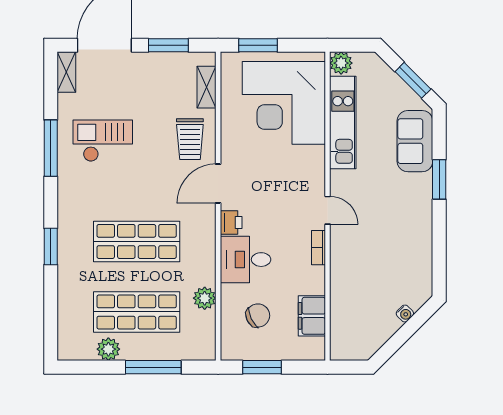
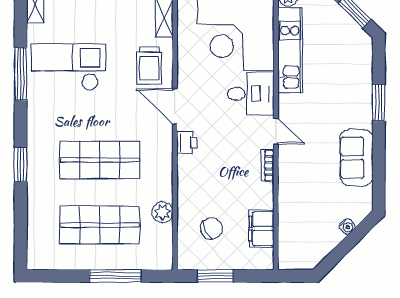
checkout: (103, 141) -> (68, 67), width x1.36, depth x1.21
sofa: (415, 141) -> (356, 158), moved
door: (218, 183) -> (175, 107), hinge flipped
desk: (245, 260) -> (251, 94), moved, turned 180
plant: (108, 349) -> (74, 259), removed

